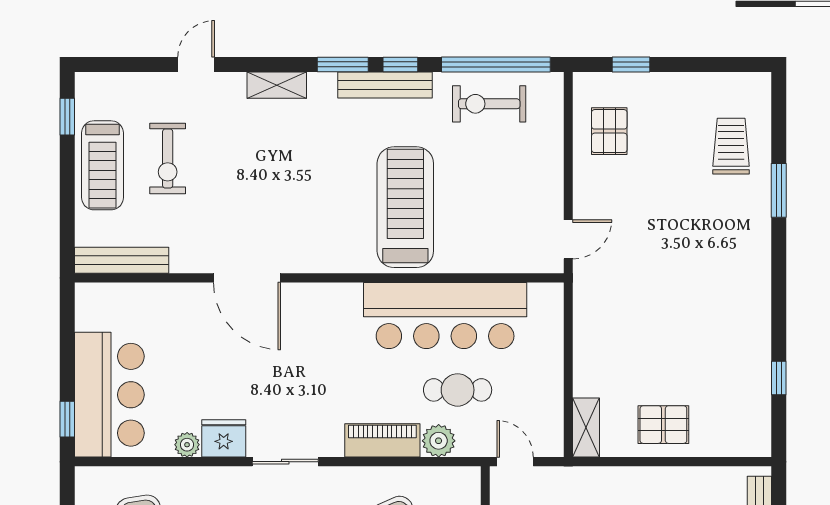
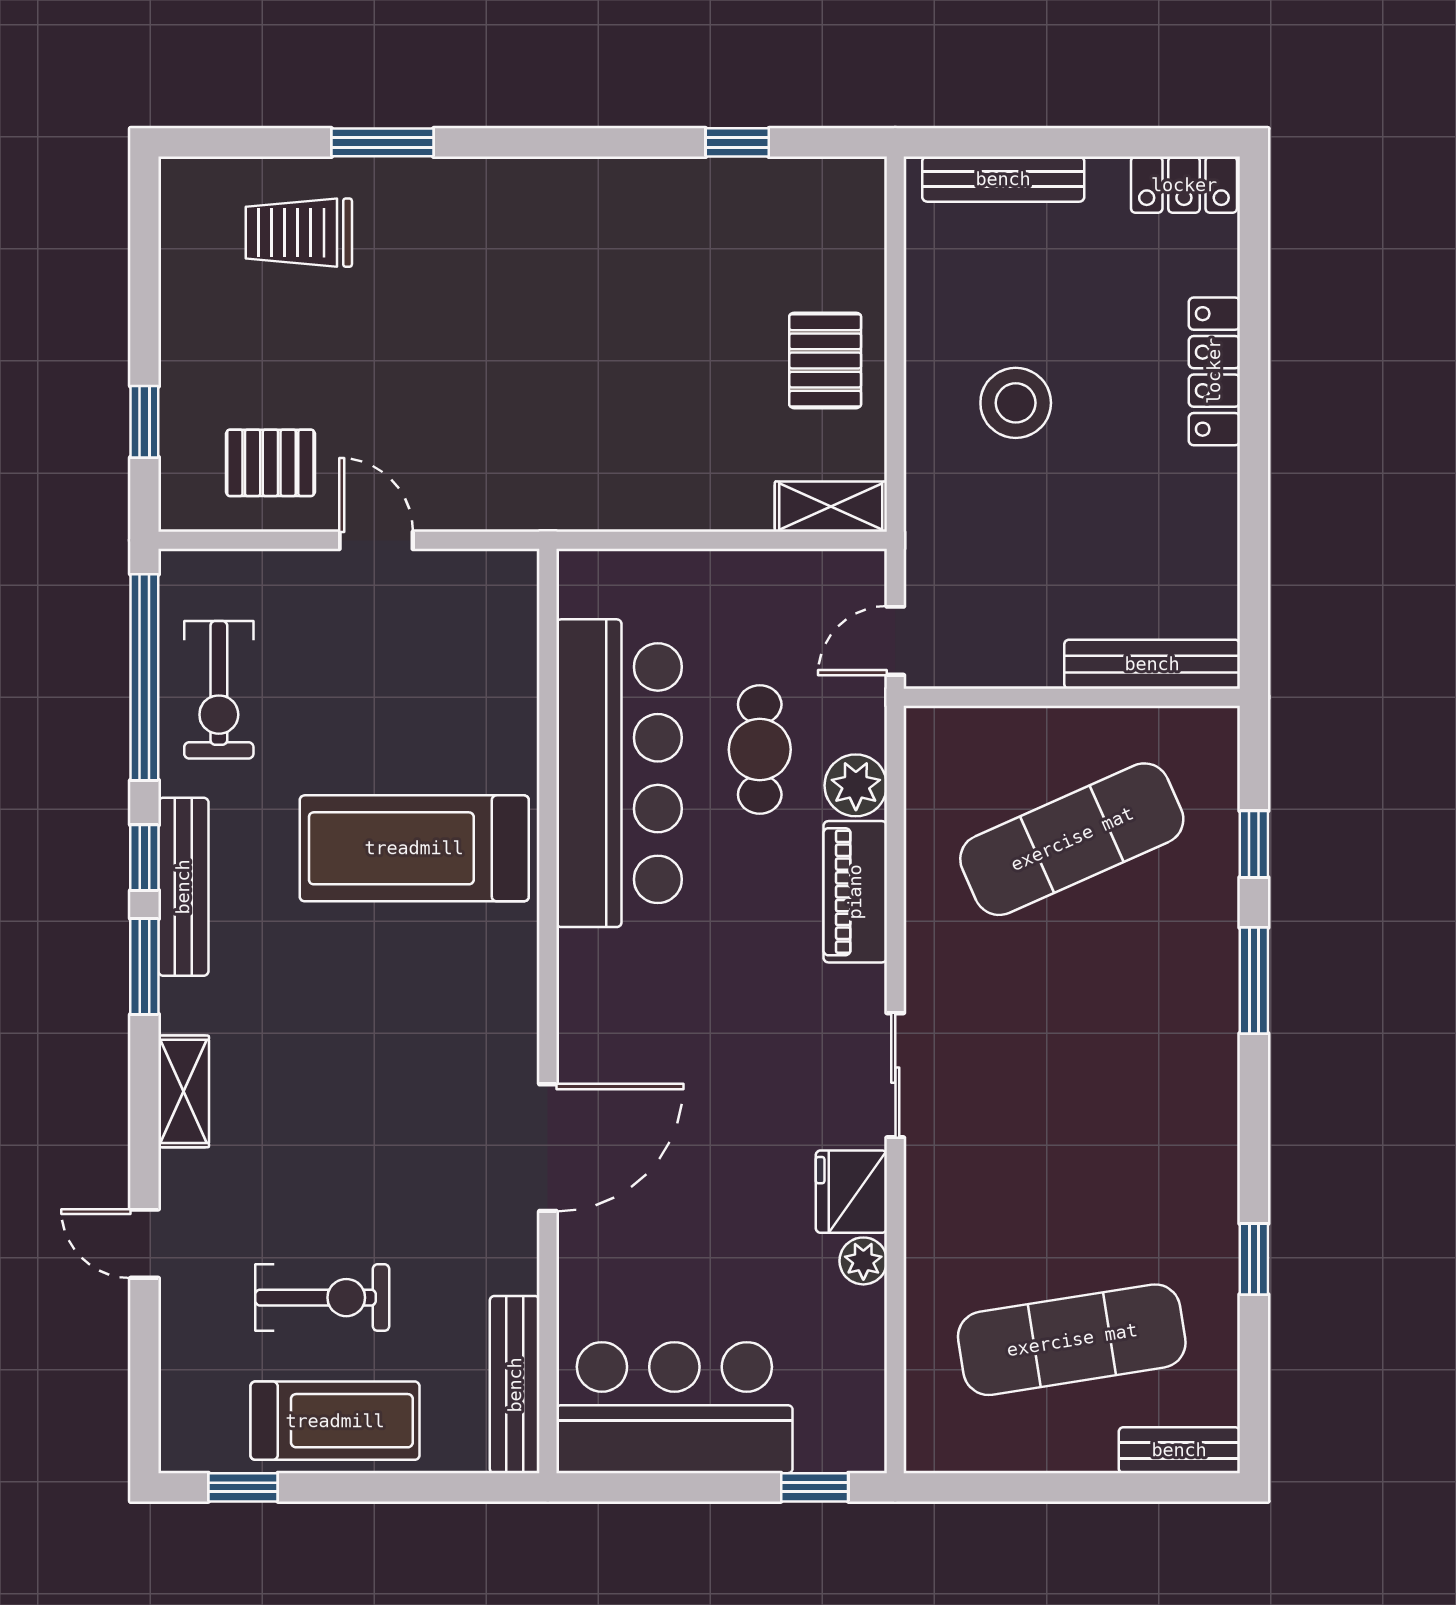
door: (568, 239) -> (376, 540), moved
bar counter: (109, 395) -> (674, 1408), moved

